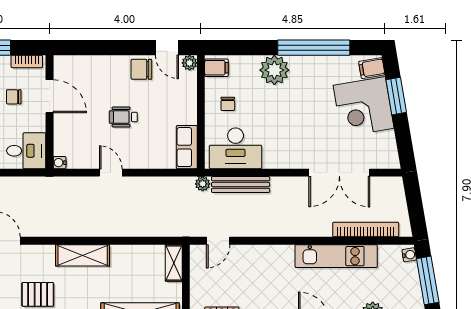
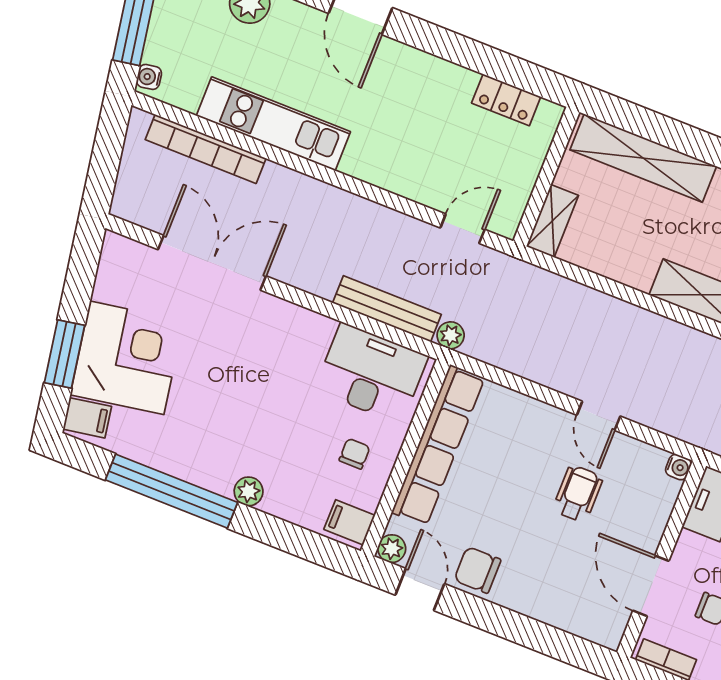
chair: (141, 69) -> (477, 570), turned 180
plant: (274, 70) -> (249, 491), width x0.53, depth x0.53
wheelchair: (123, 117) -> (578, 494), moved, turned -90
row of seats: (187, 147) -> (438, 445), width x2.02

